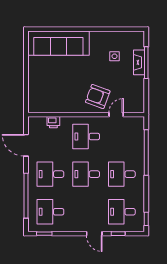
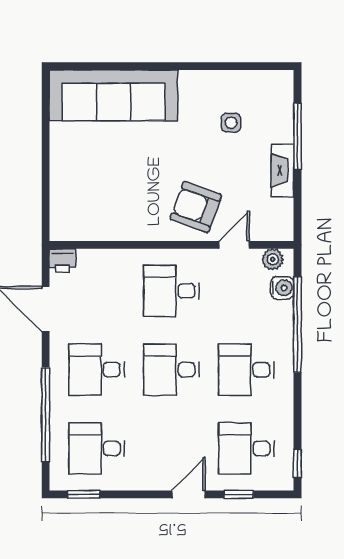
fireplace: (139, 62) -> (282, 171), moved
plant: (134, 121) -> (273, 259), added
printer: (53, 122) -> (62, 261), moved
water cooler: (139, 135) -> (282, 288), added
door: (94, 234) -> (189, 494), swing flipped

